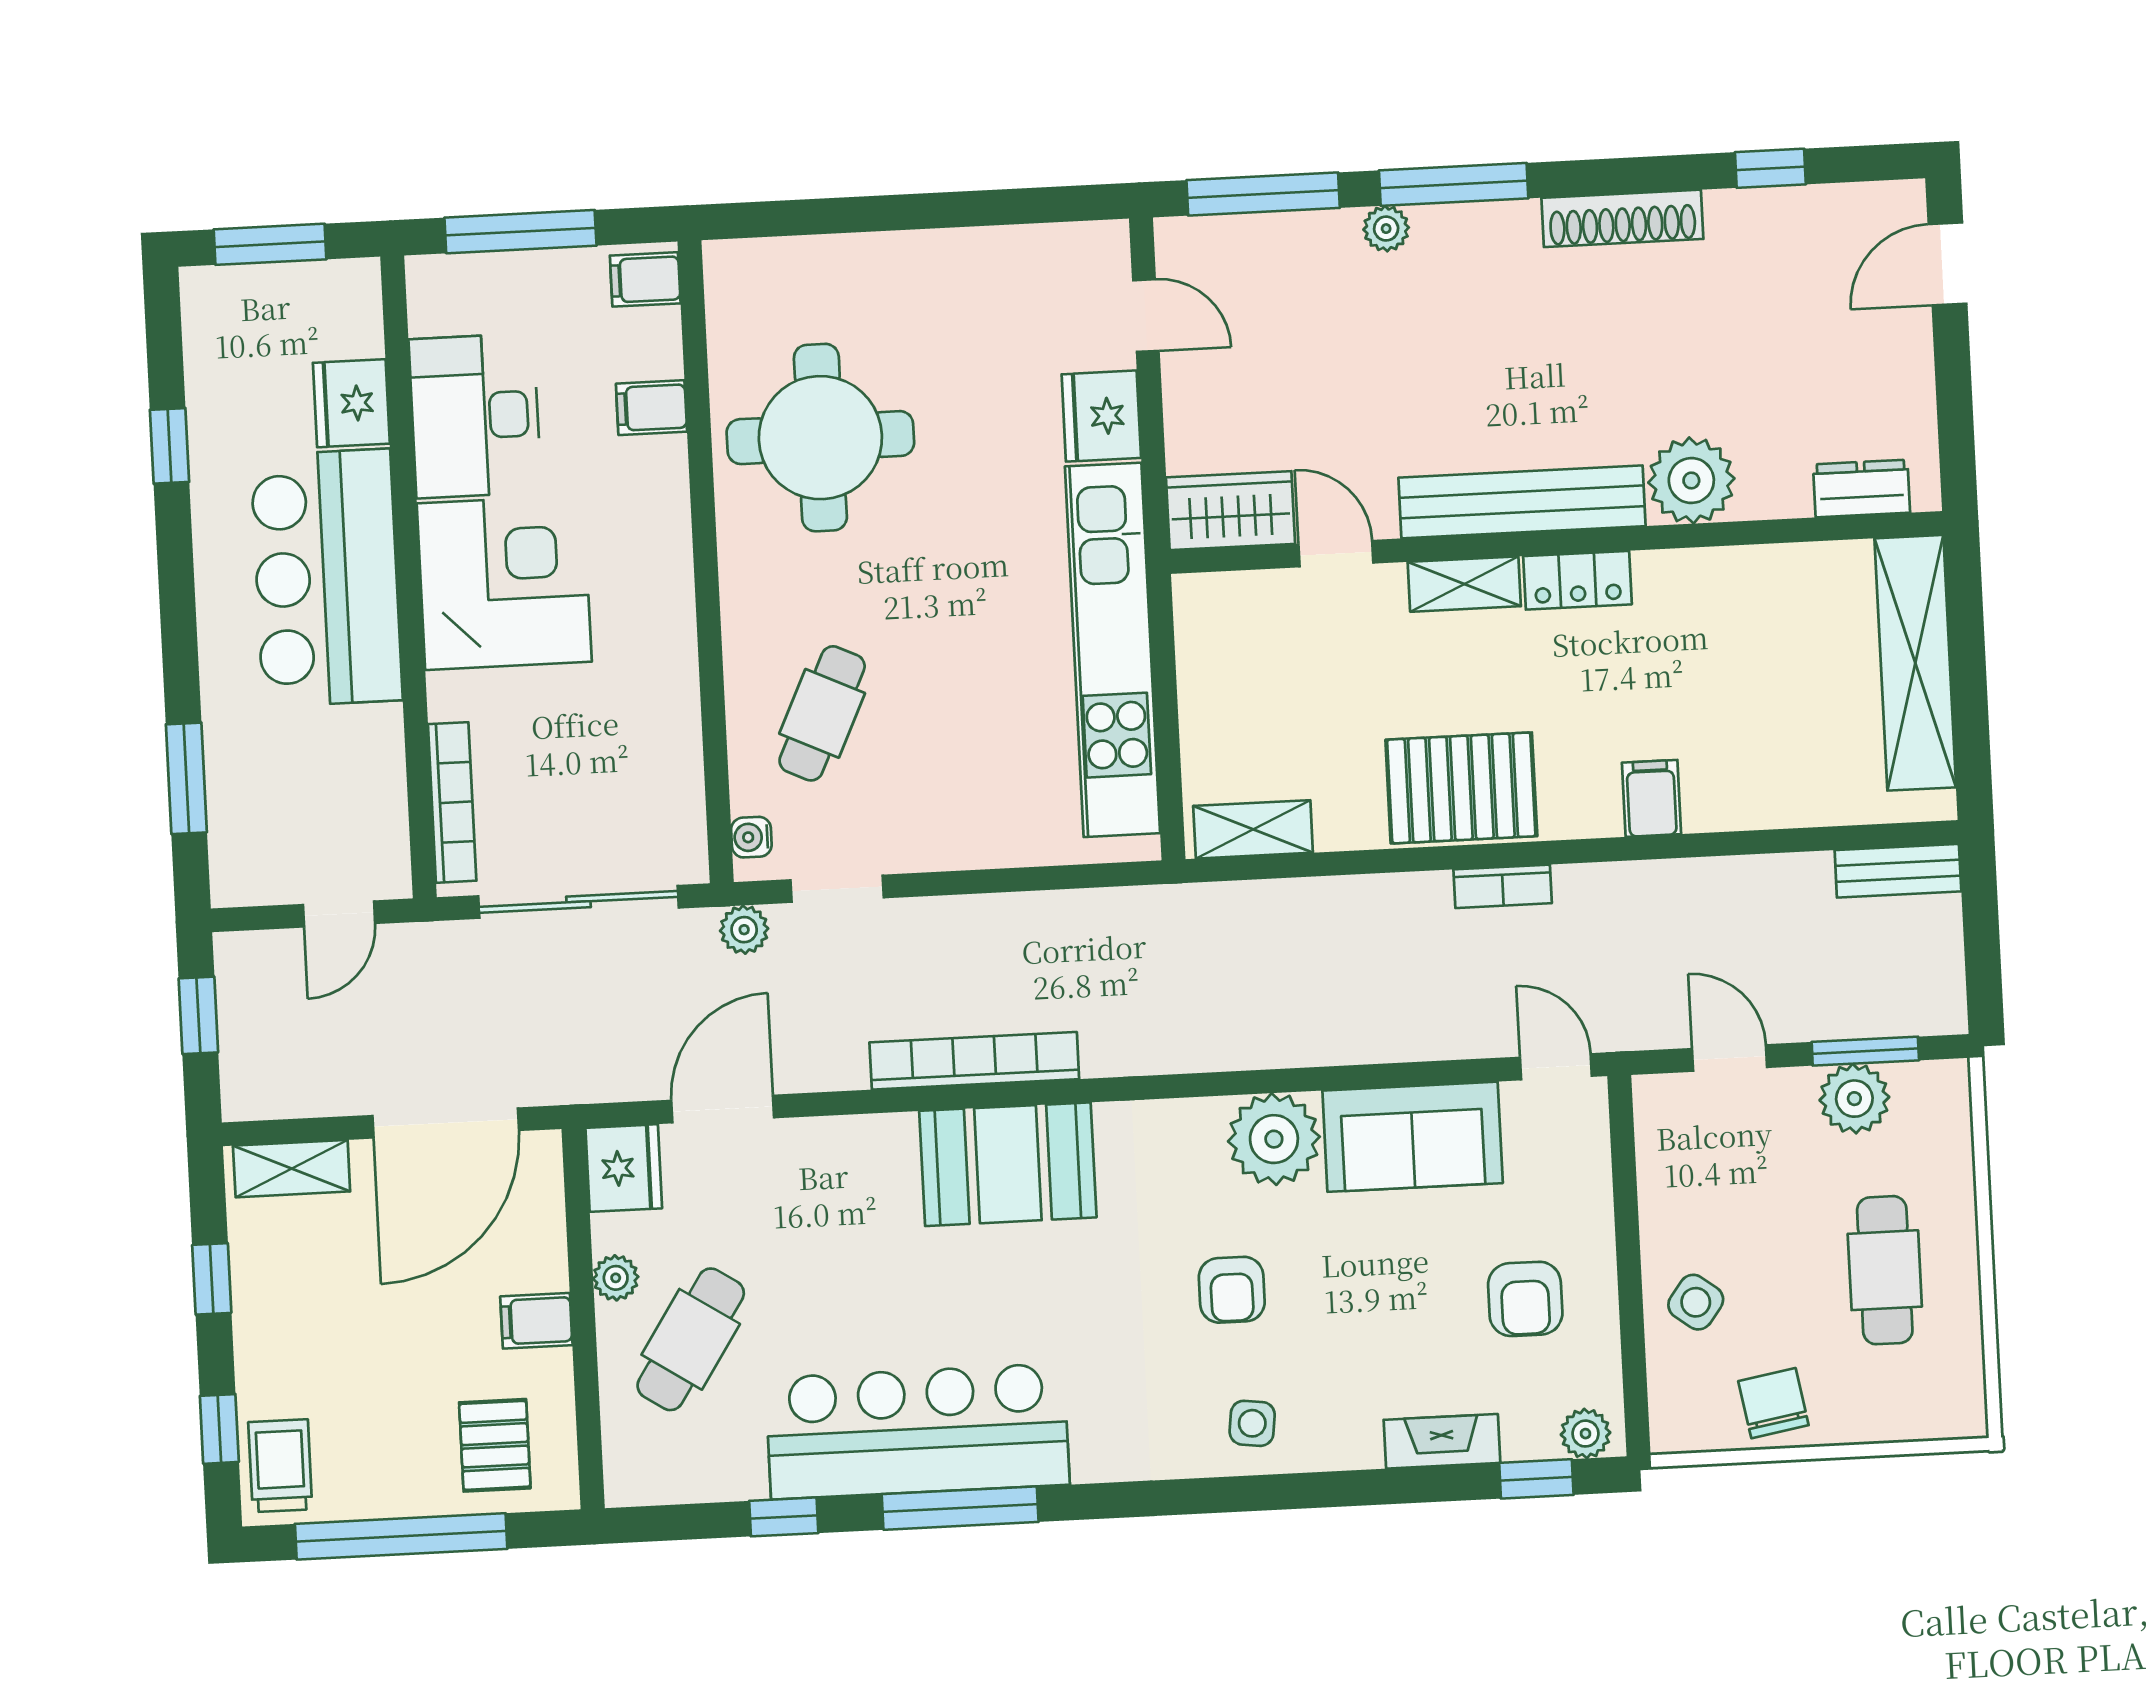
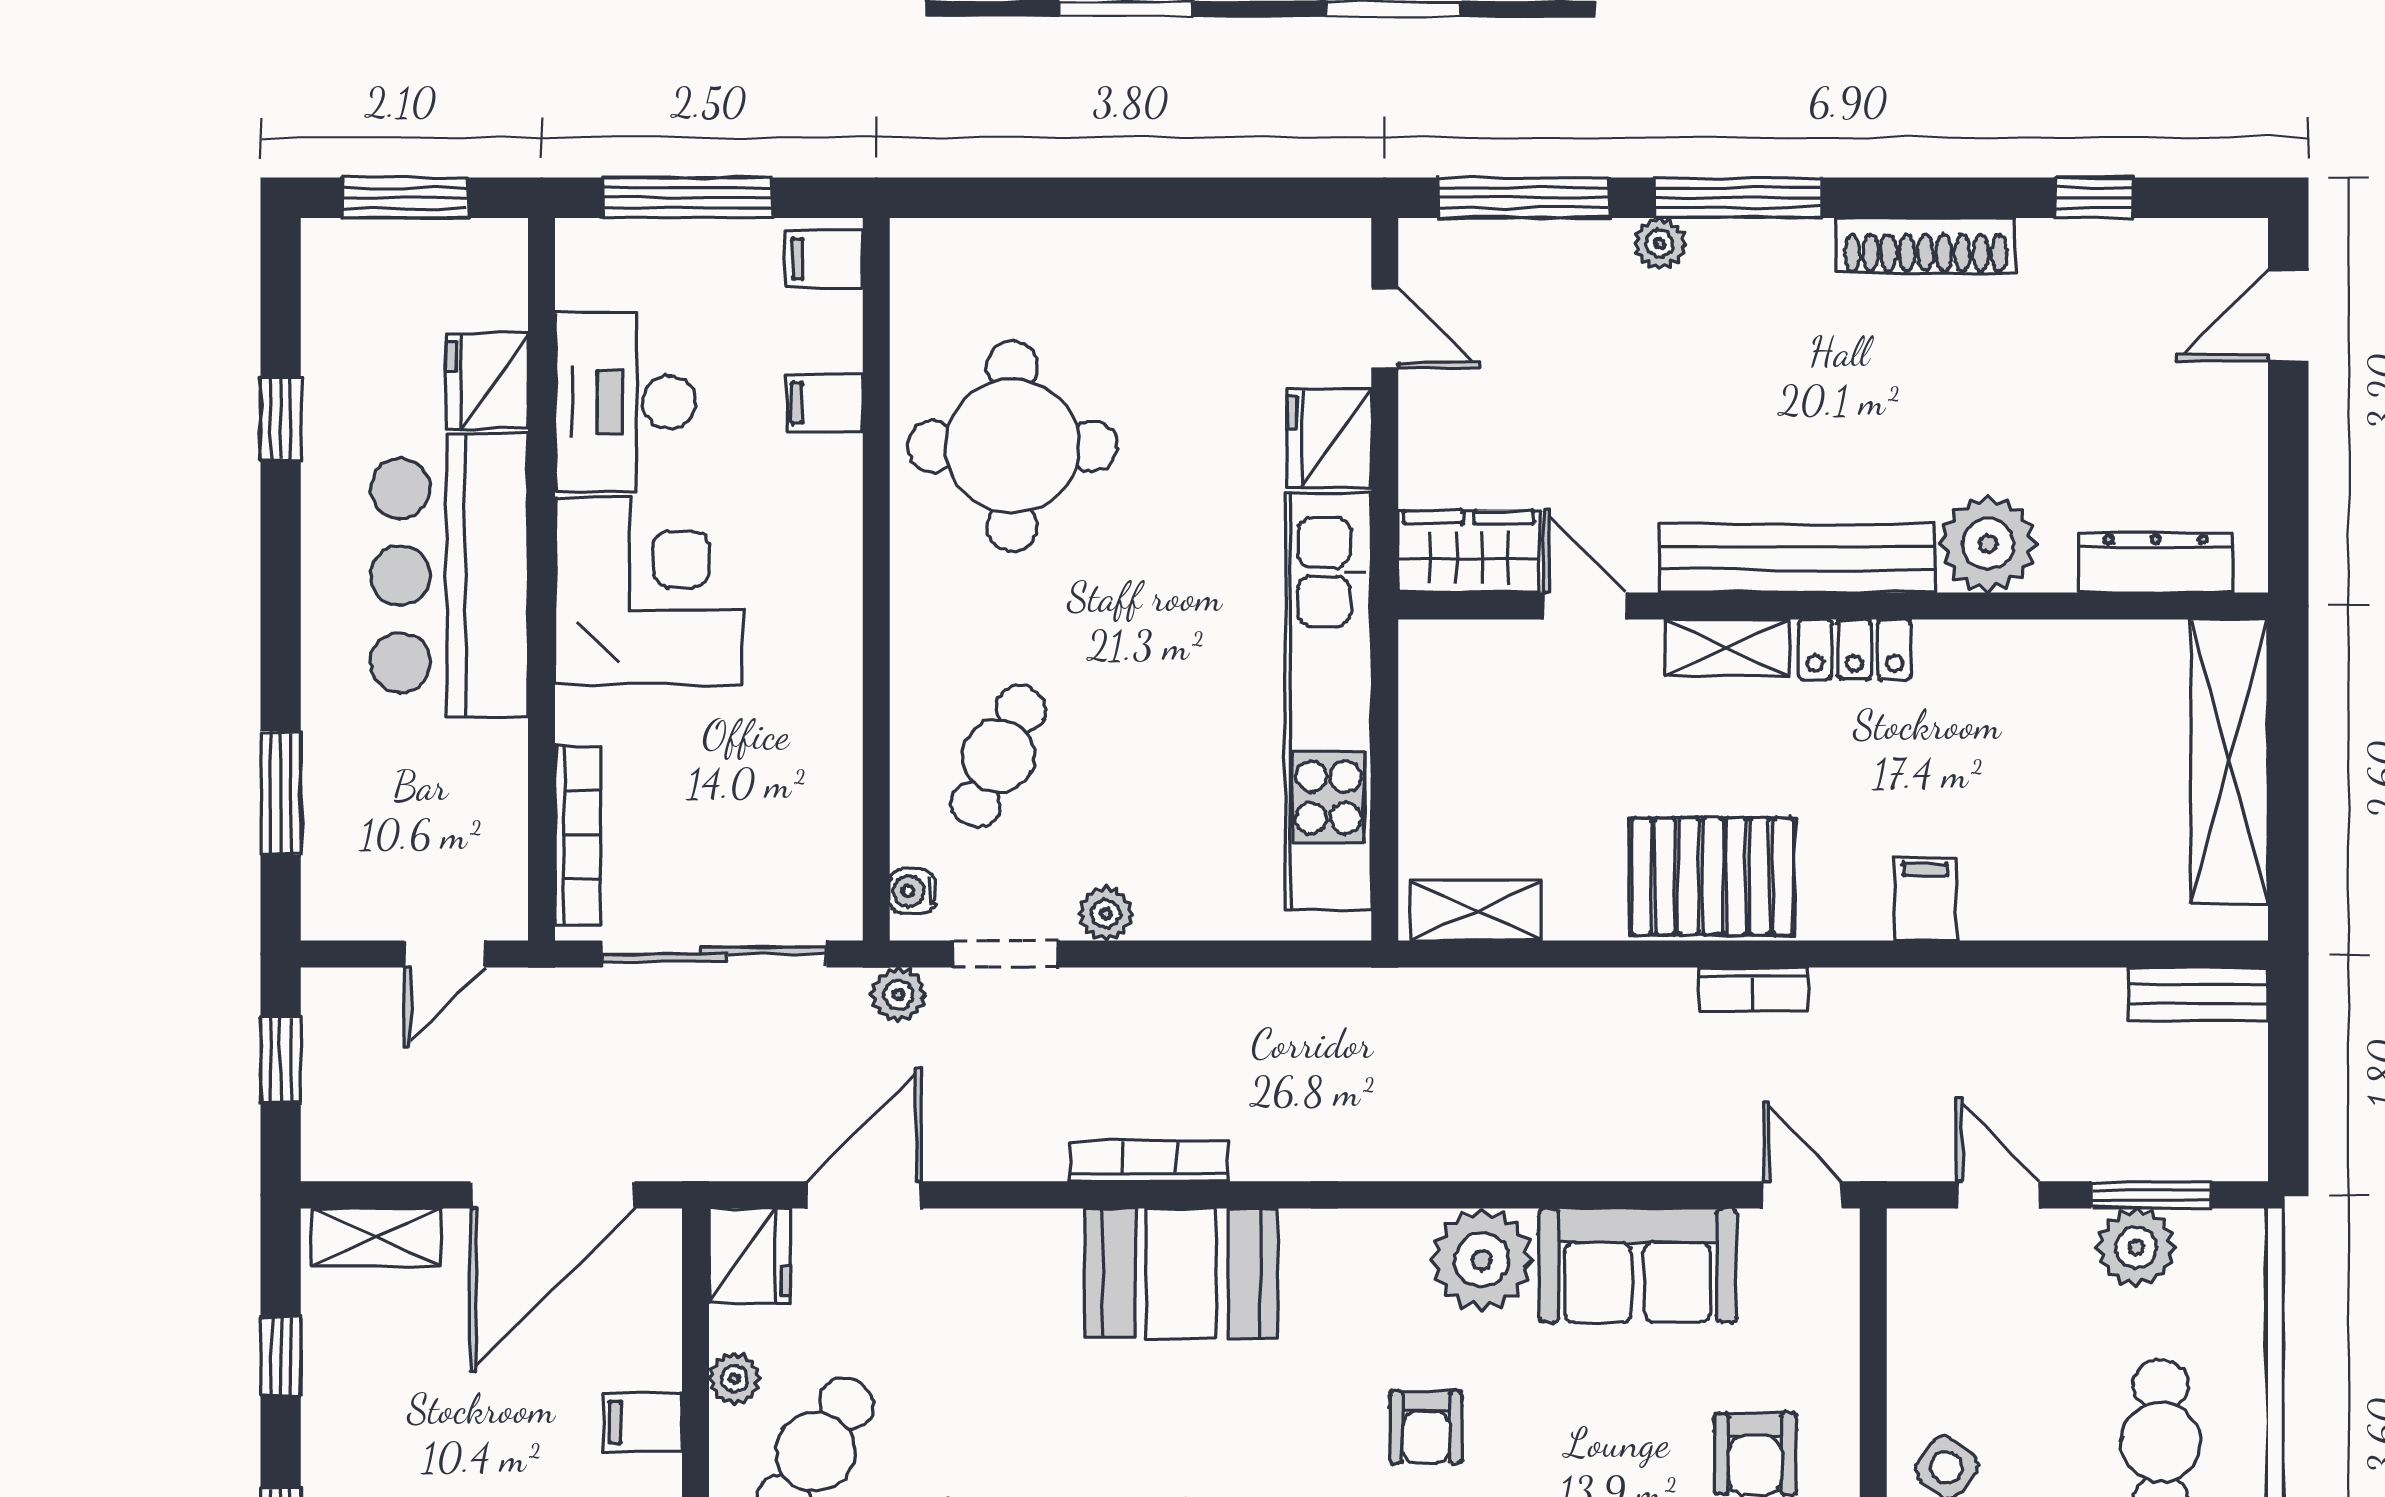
dresser: (1862, 489) -> (2156, 563), width x1.44
plant: (924, 848) -> (1106, 914), added
bookcase: (974, 1061) -> (1150, 1161), width x0.68, depth x0.76

